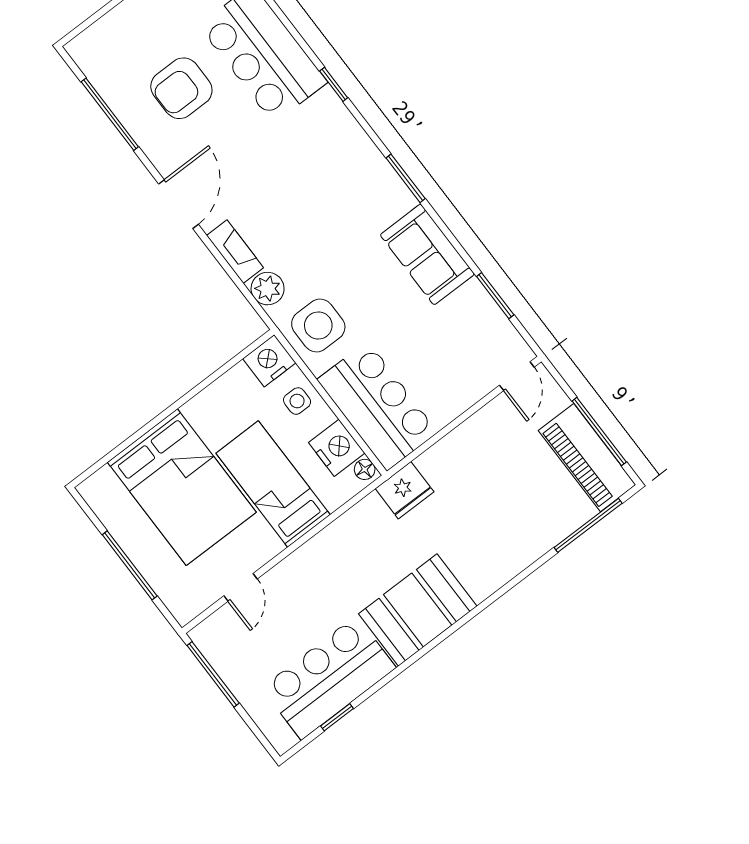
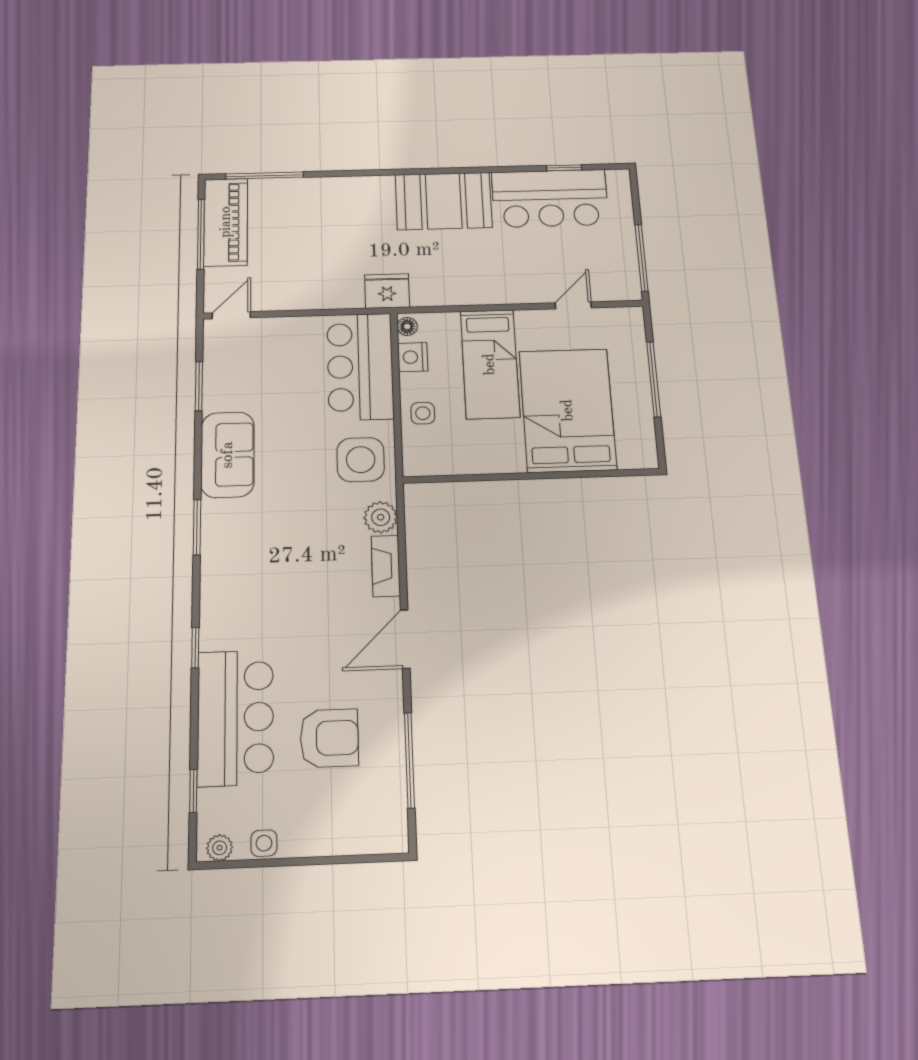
nightstand: (269, 361) -> (422, 459), removed
nightstand: (337, 448) -> (413, 357), width x0.74, depth x0.75

